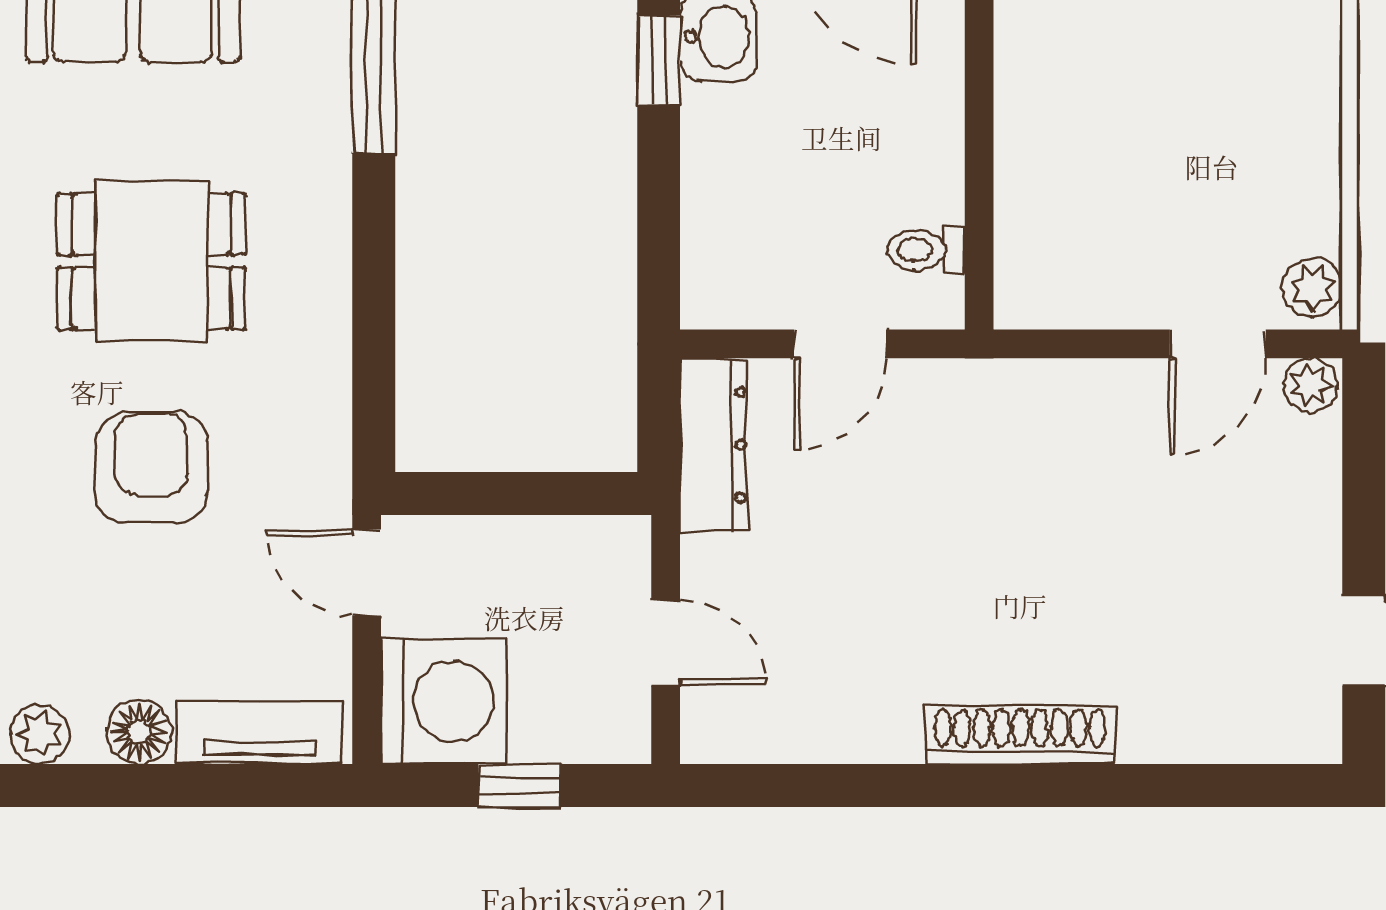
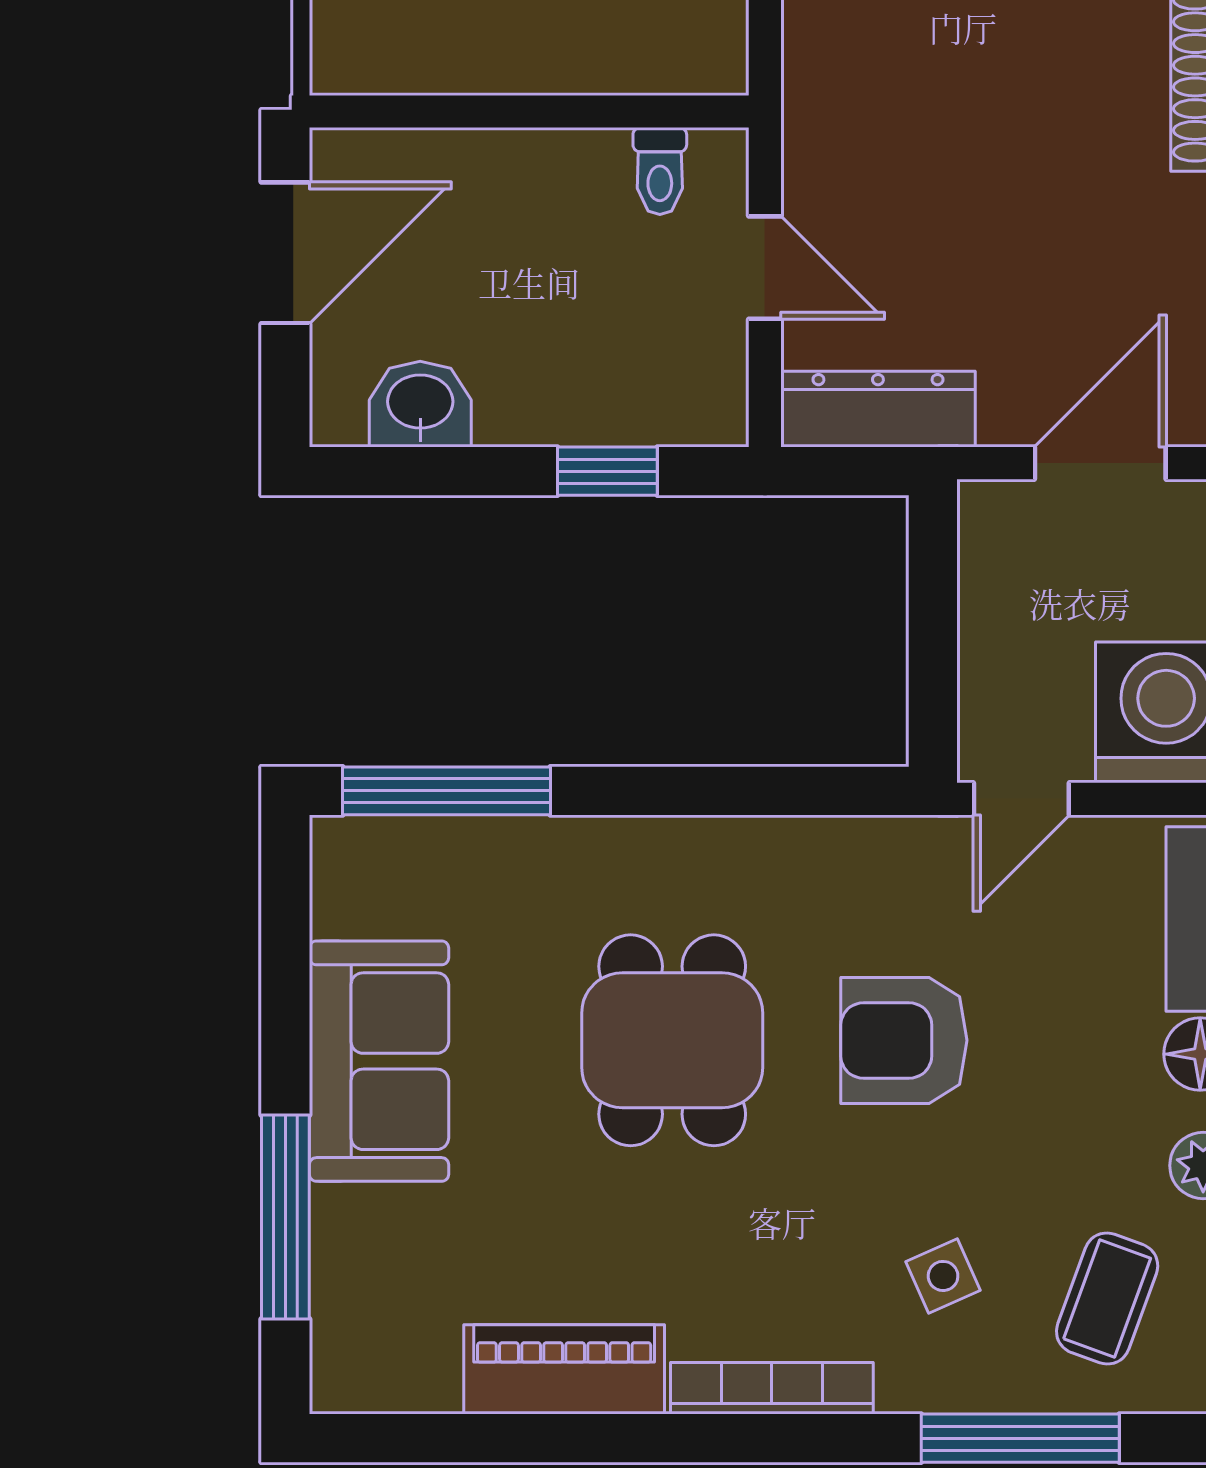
window: (659, 60) -> (607, 471), moved
door: (666, 643) -> (1100, 463), width x1.38

